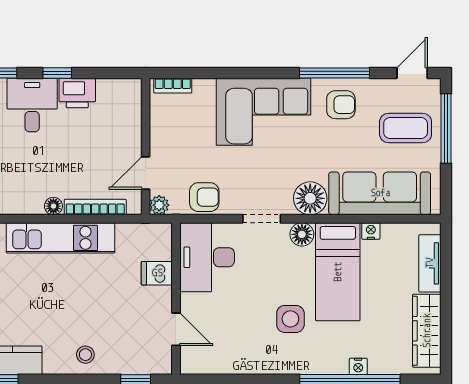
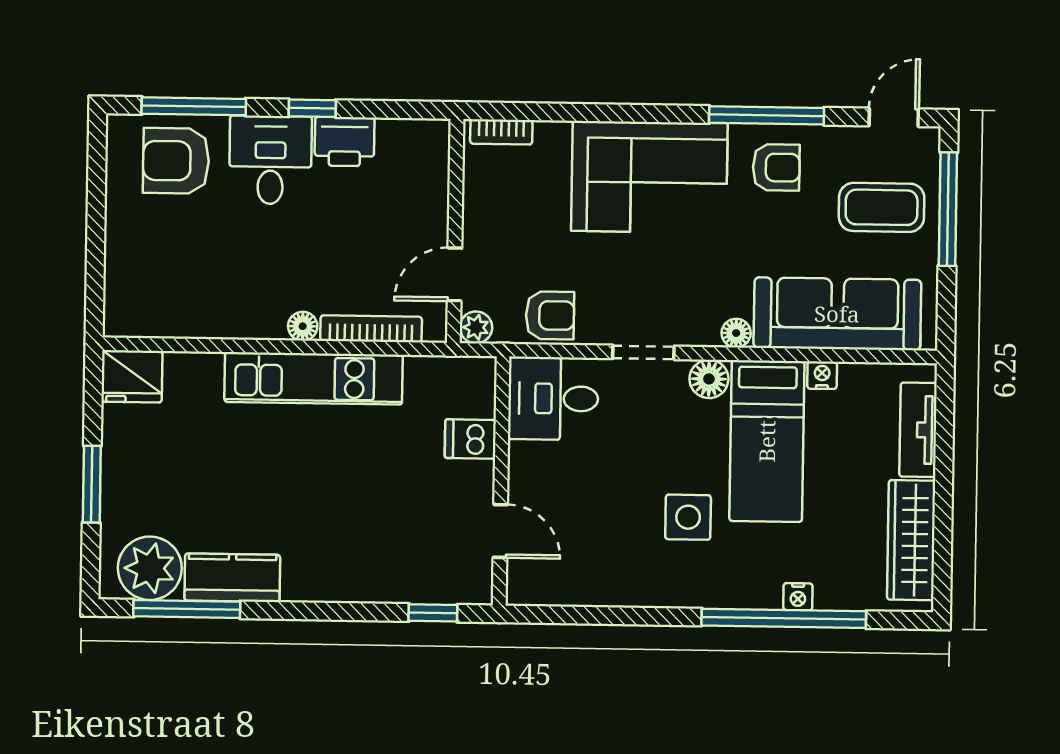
floor lamp: (310, 198) -> (736, 333), width x0.53, depth x0.53
desk: (207, 257) -> (553, 399), width x0.73
stool: (85, 355) -> (351, 570), removed

